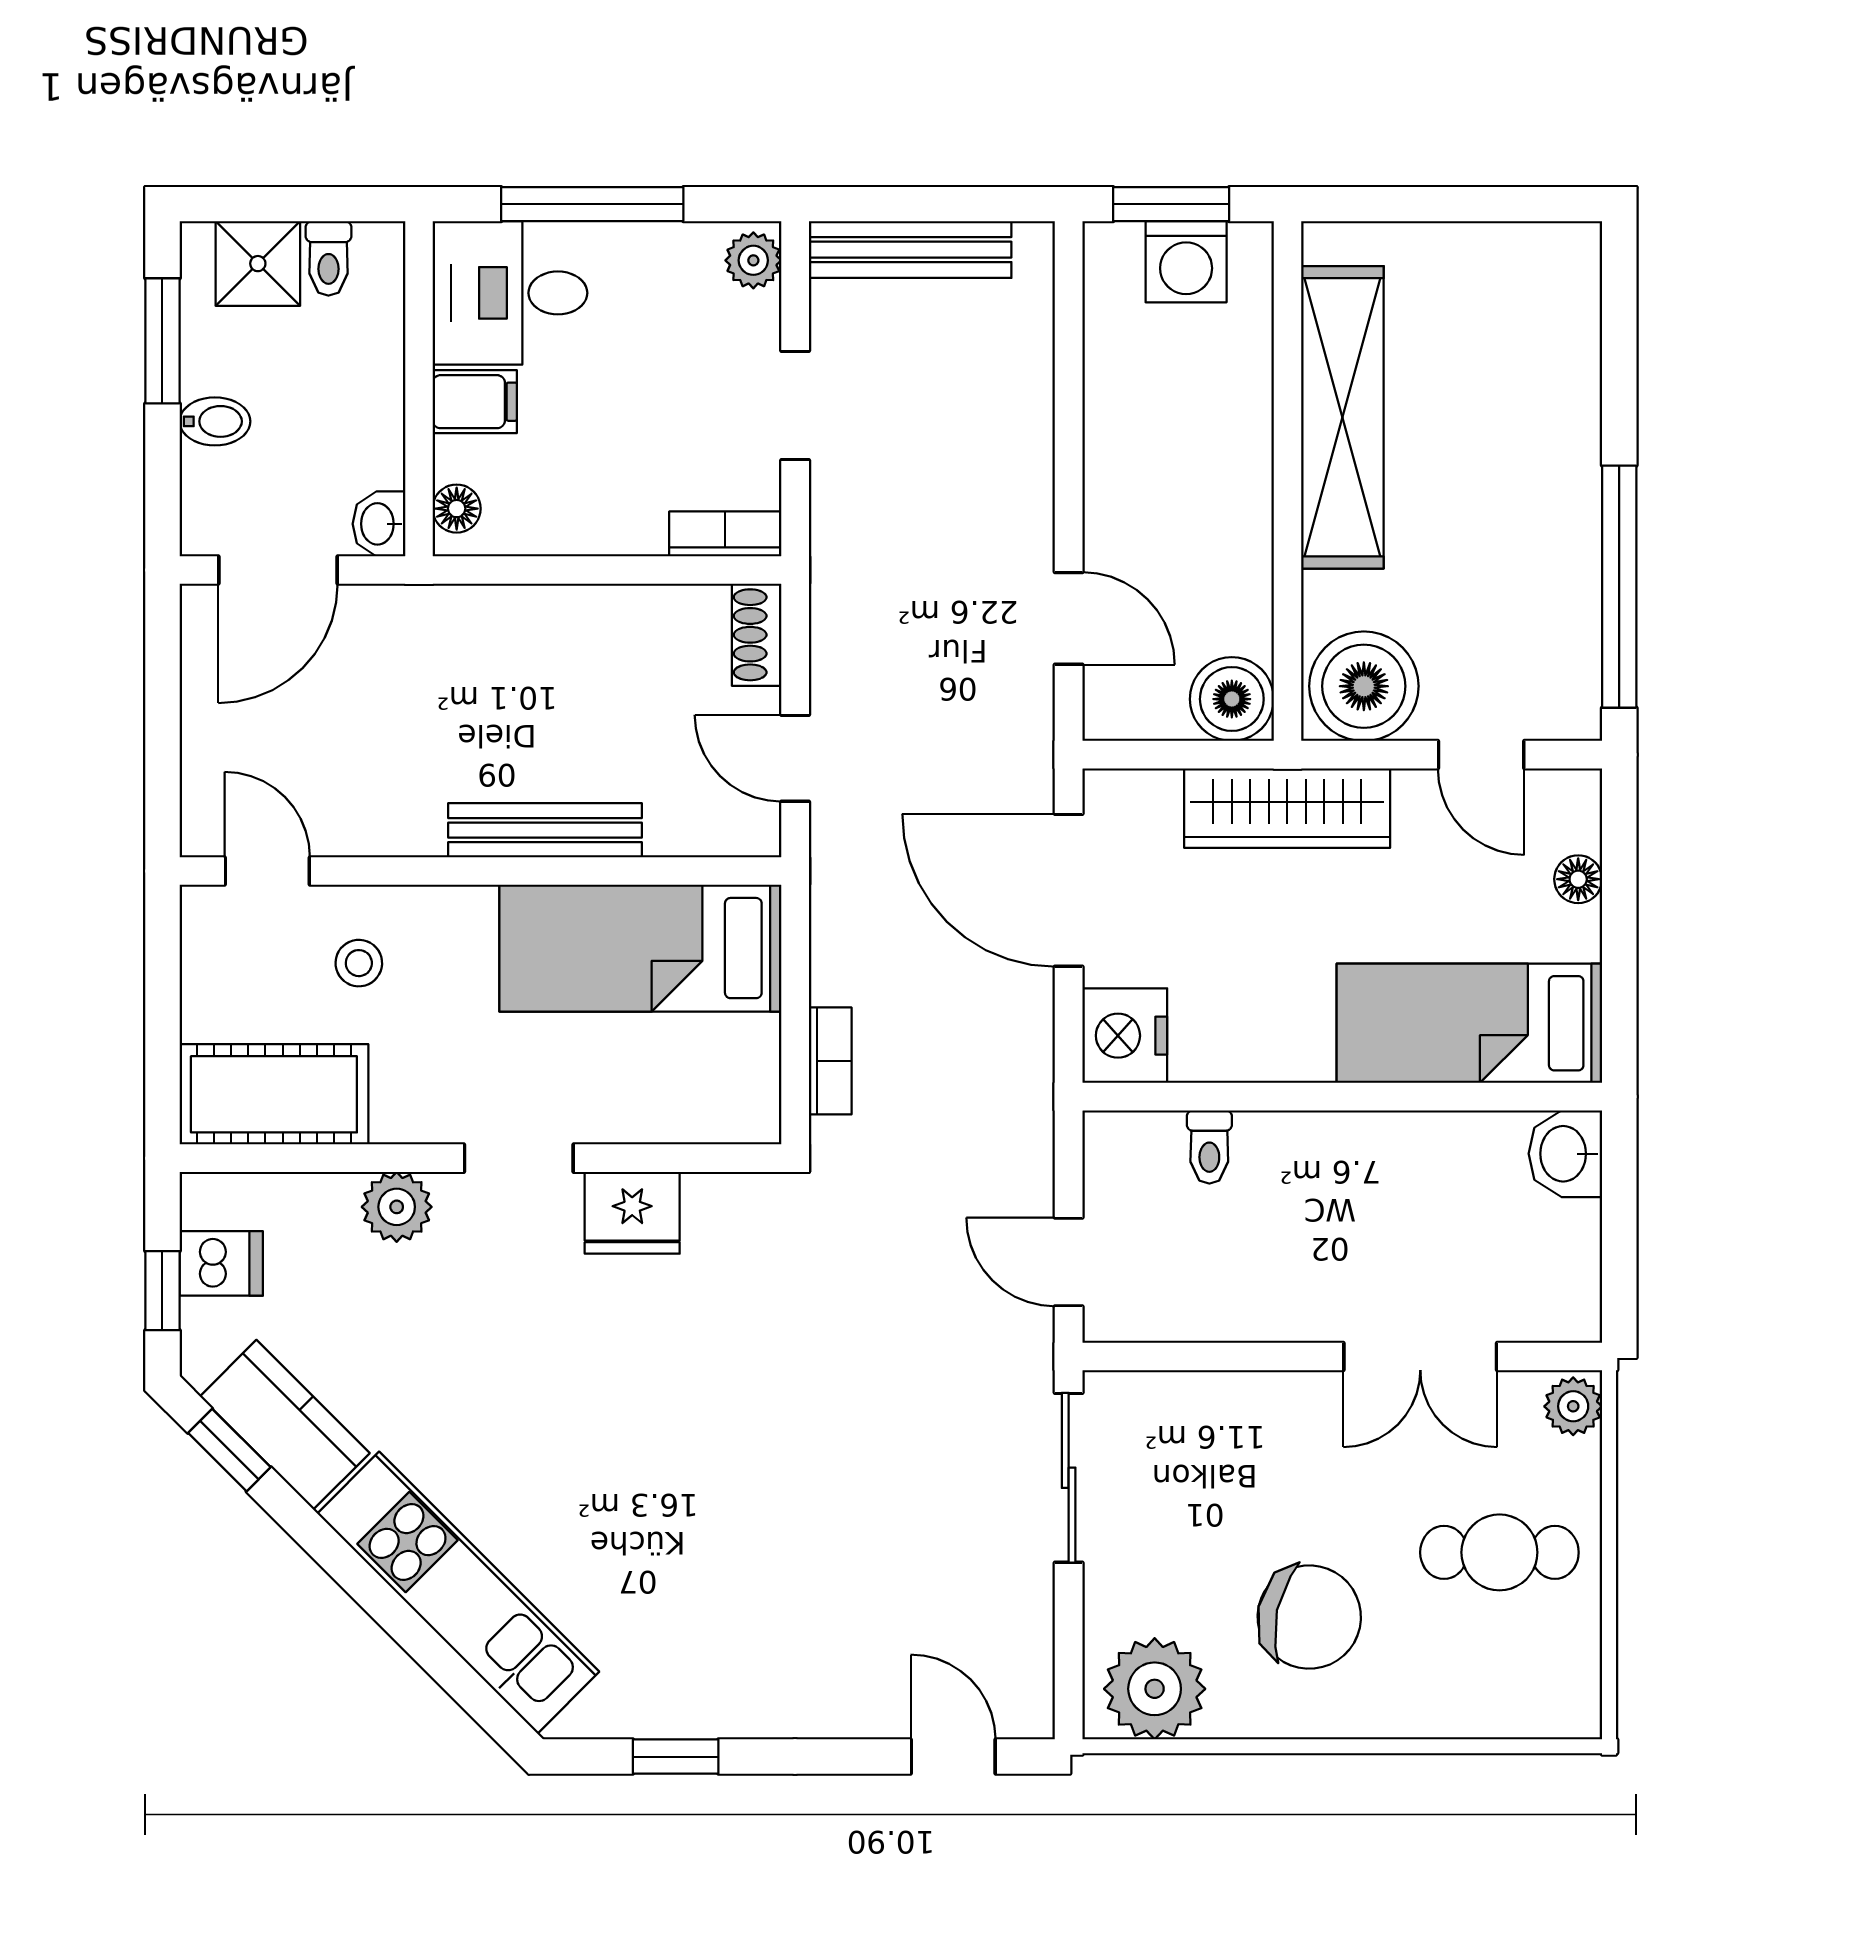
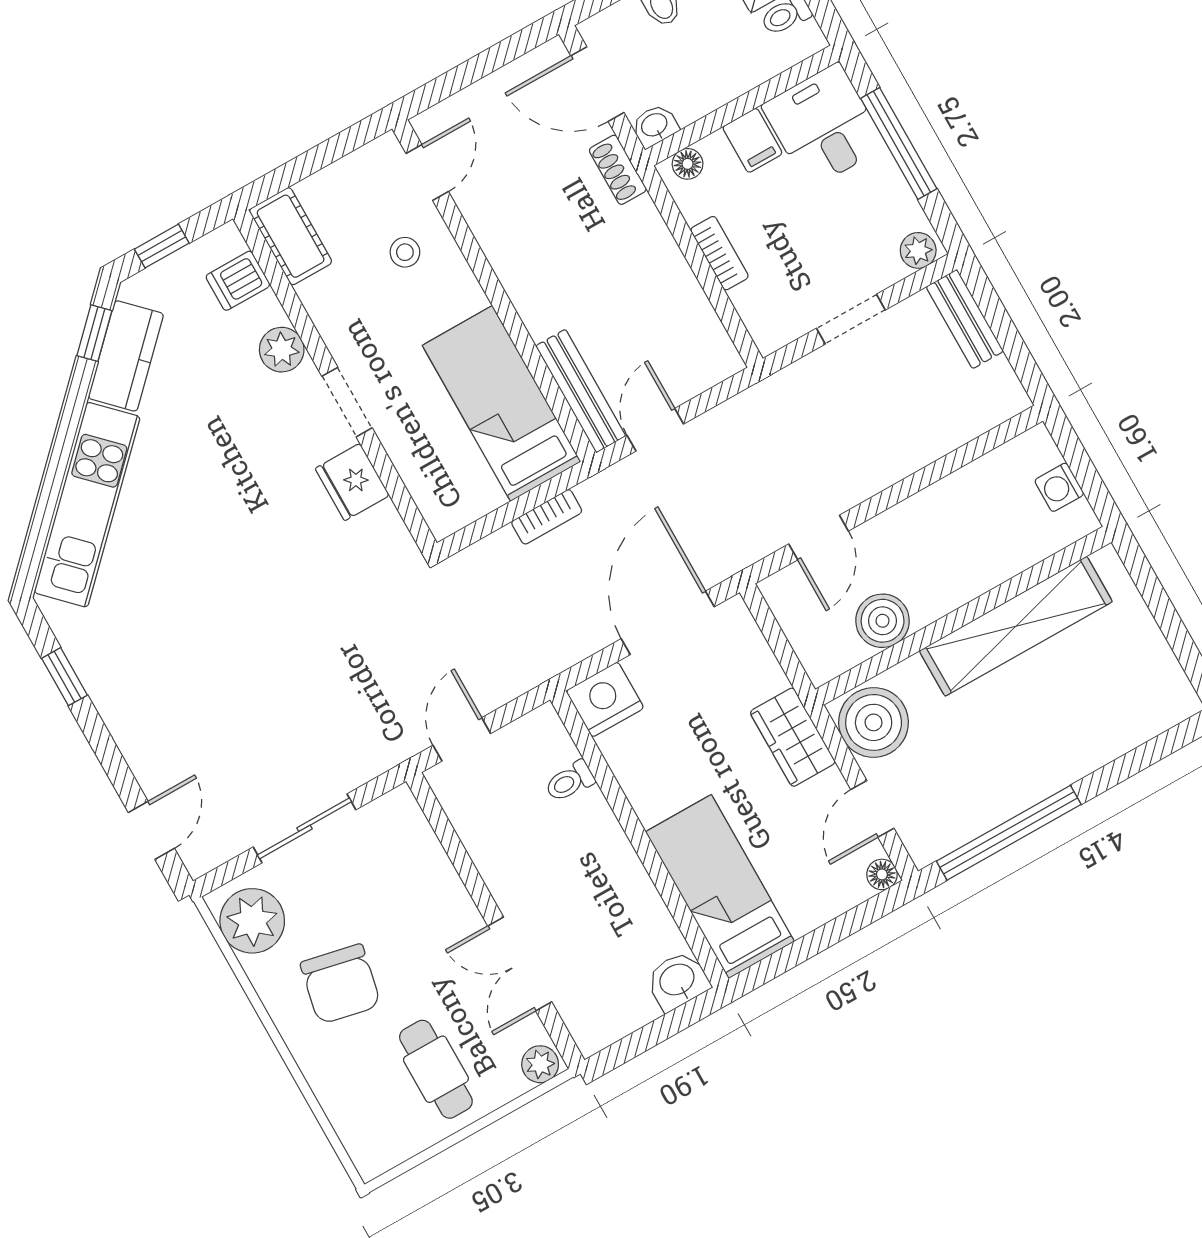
window: (1171, 204) -> (1080, 464), removed
bench: (910, 250) -> (965, 319), width x0.73
washing machine: (1186, 262) -> (1059, 487), width x0.73, depth x0.73
bookcase: (725, 534) -> (719, 253), moved
shoe rack: (757, 635) -> (618, 170), moved, turned -90
boiler: (1232, 699) -> (883, 621), moved
wardrobe: (1287, 808) -> (793, 737), width x0.67
bench: (545, 830) -> (581, 391), moved
floor lamp: (1578, 879) -> (882, 874), moved
bookcase: (830, 1061) -> (547, 517), moved
cot: (274, 1094) -> (291, 236), width x0.73, depth x0.75
dishwasher: (221, 1263) -> (238, 281), moved, turned 90
sliding door: (1069, 1478) -> (305, 828), moved

